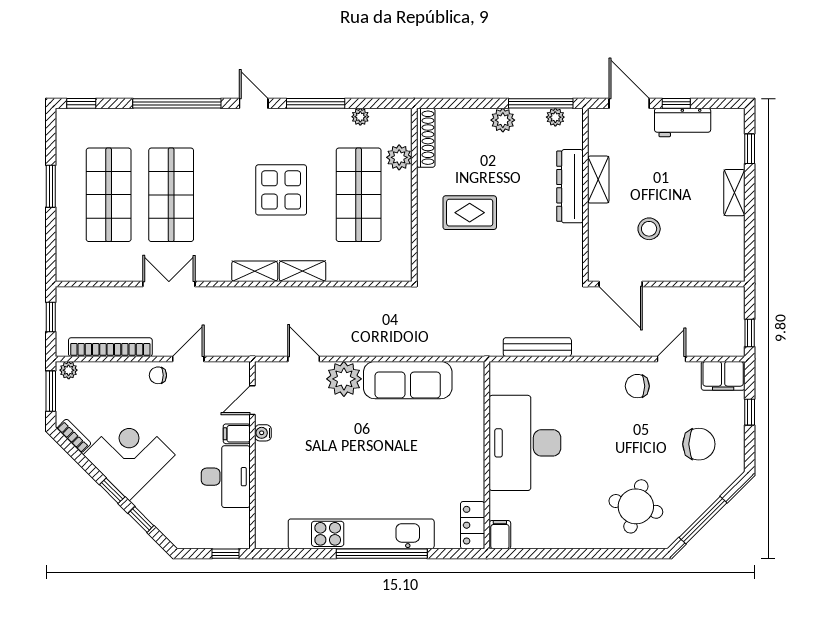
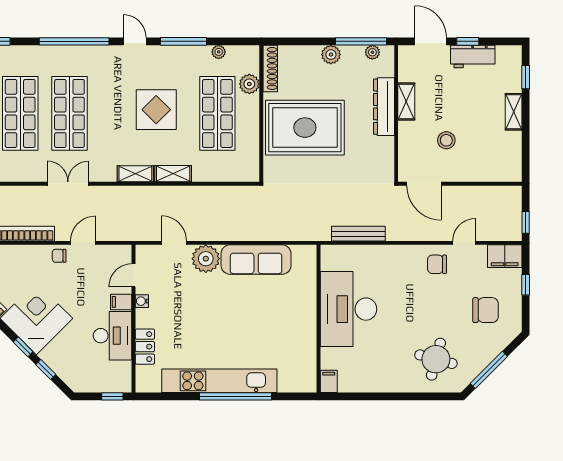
rug: (470, 213) -> (305, 128), width x1.86, depth x2.06
locker: (473, 525) -> (145, 347), moved, turned 180

